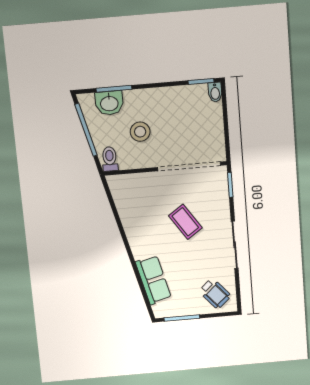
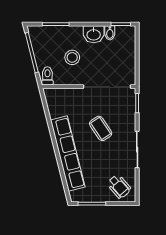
bidet: (215, 92) -> (110, 33), moved
washbasin: (109, 103) -> (94, 34), moved
row of seats: (153, 280) -> (68, 154), width x2.02

